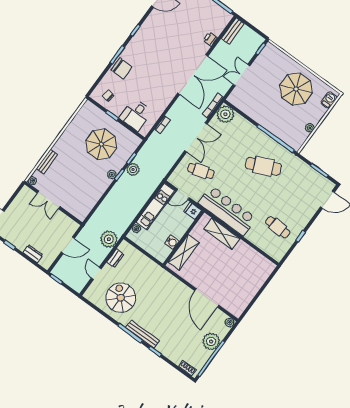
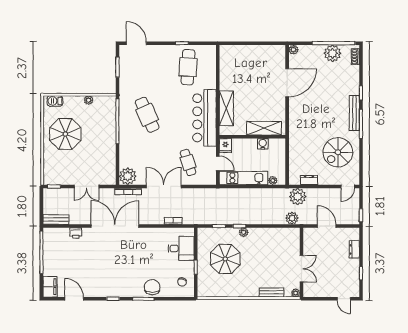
plant: (133, 169) -> (292, 218), moved
cafe table: (278, 227) -> (188, 67), width x1.37, depth x1.35
door: (96, 273) -> (348, 186), moved
plant: (211, 341) -> (332, 53), moved

